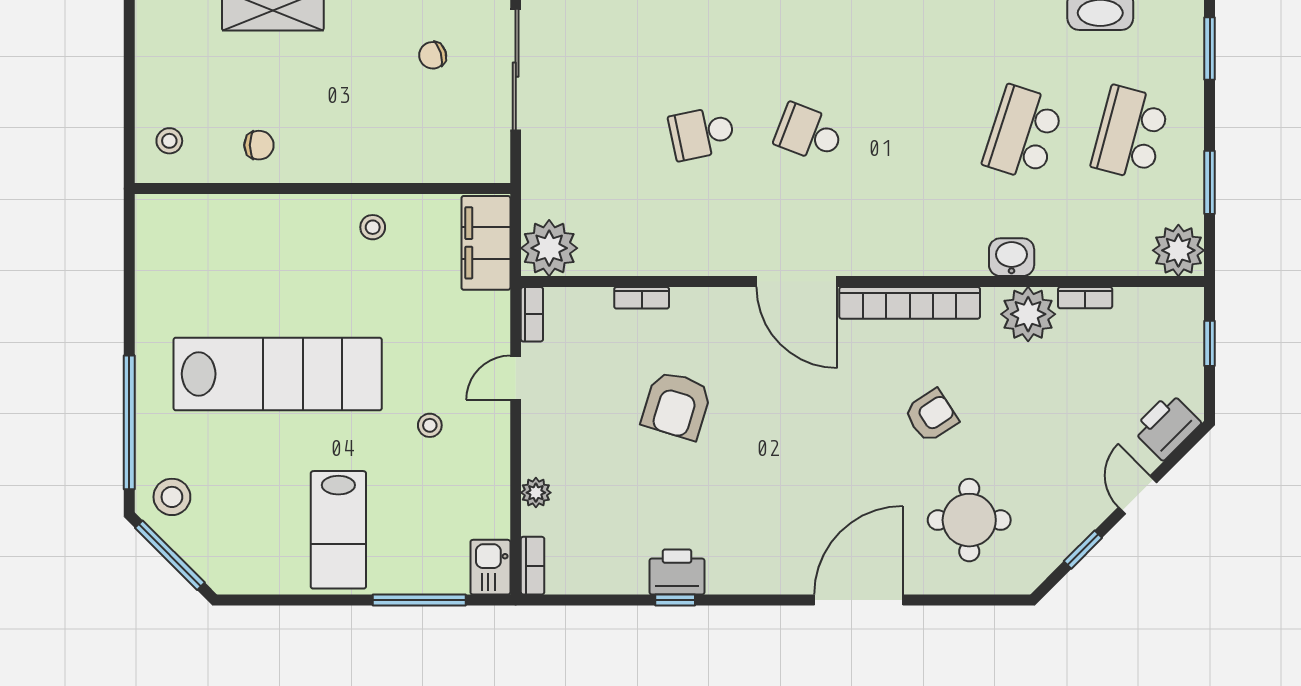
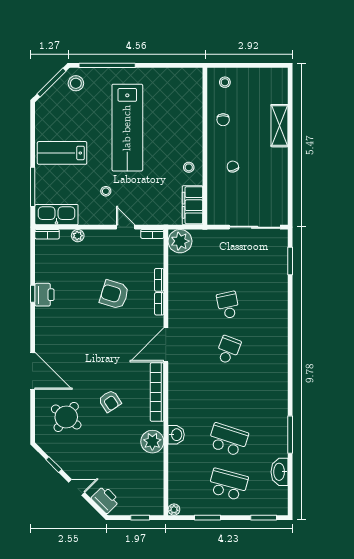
chair: (433, 55) -> (233, 167), moved
filing cabinet: (486, 243) -> (192, 205), moved, turned -90
plant: (1178, 250) -> (174, 510), width x0.53, depth x0.53
bookcase: (1085, 298) -> (159, 304), moved
round table: (969, 520) -> (66, 417), turned 37
kitchen sink: (490, 567) -> (56, 215), width x1.88, depth x1.24

